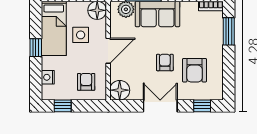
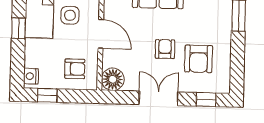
door: (108, 51) -> (101, 34), hinge flipped
nightstand: (48, 77) -> (31, 76), moved
armchair: (86, 82) -> (75, 69), turned 90

